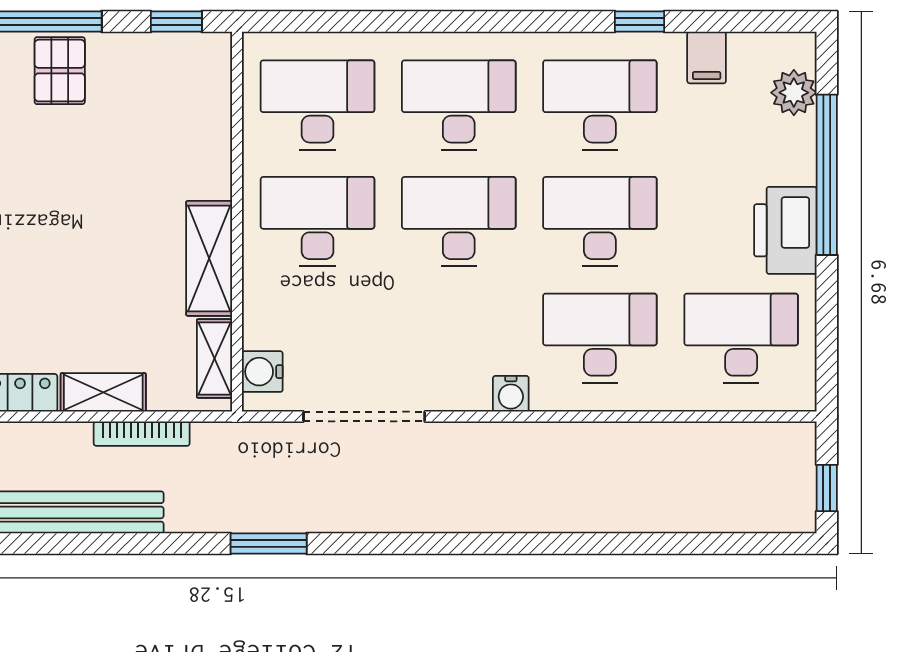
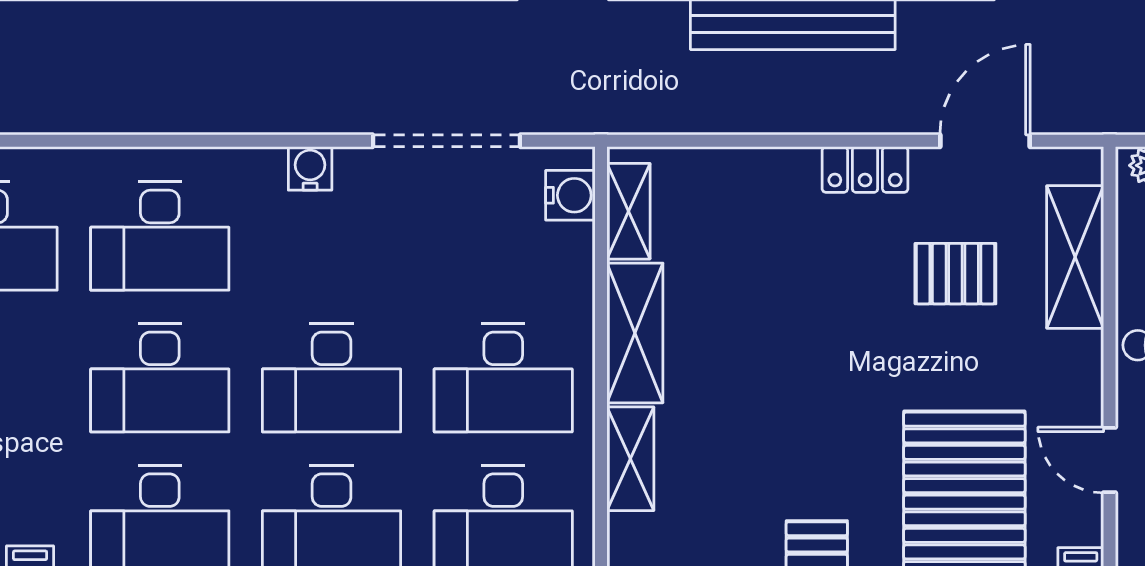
shelving: (103, 392) -> (630, 459), moved, turned 90
water cooler: (511, 394) -> (310, 168), moved
bookcase: (142, 434) -> (717, 120), removed

